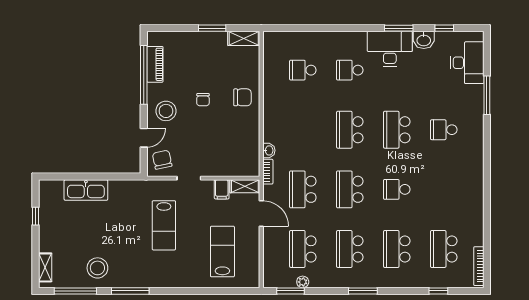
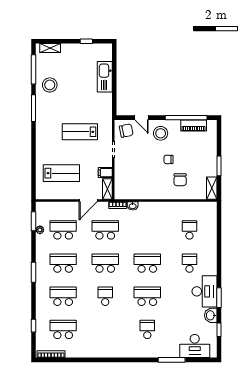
chair: (242, 97) -> (180, 180), moved

